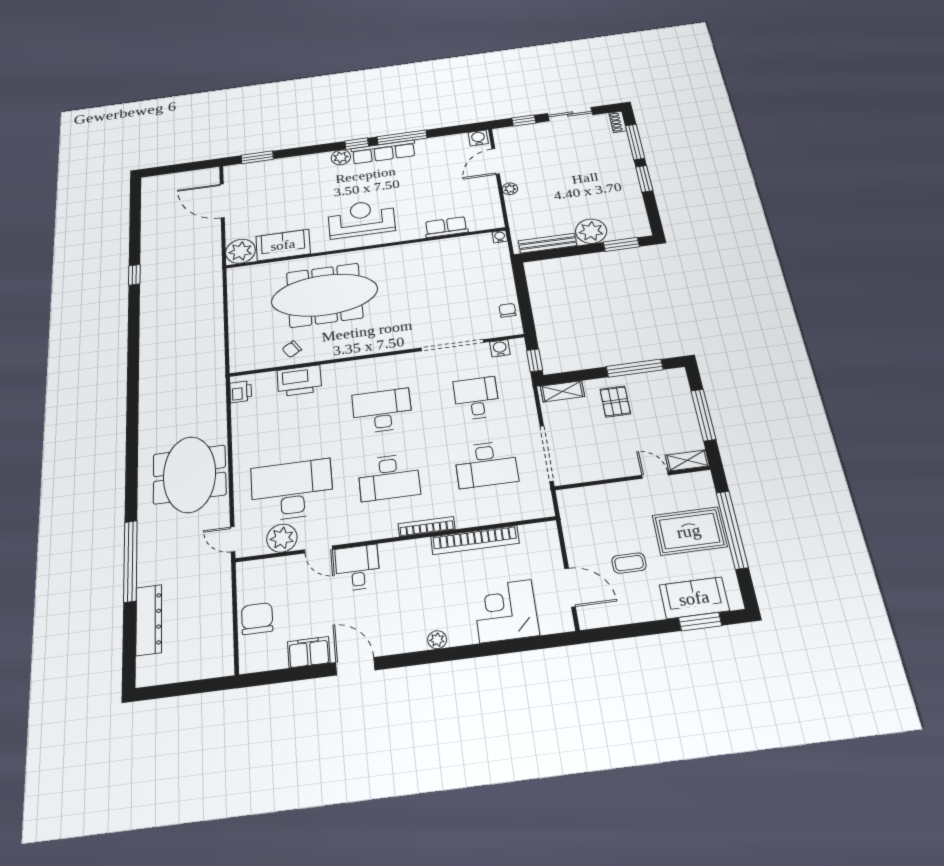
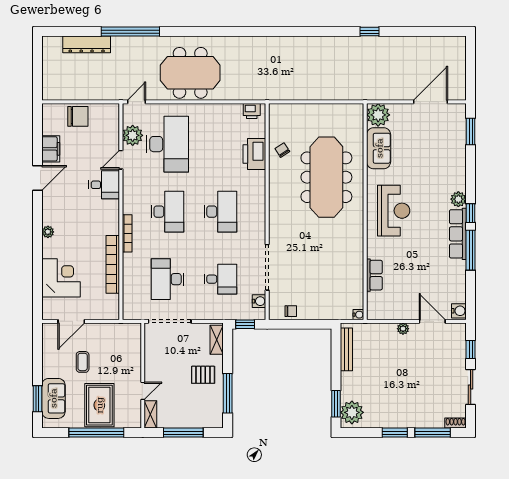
plant: (591, 231) -> (352, 412), moved
desk: (389, 477) -> (168, 212), turned 180

